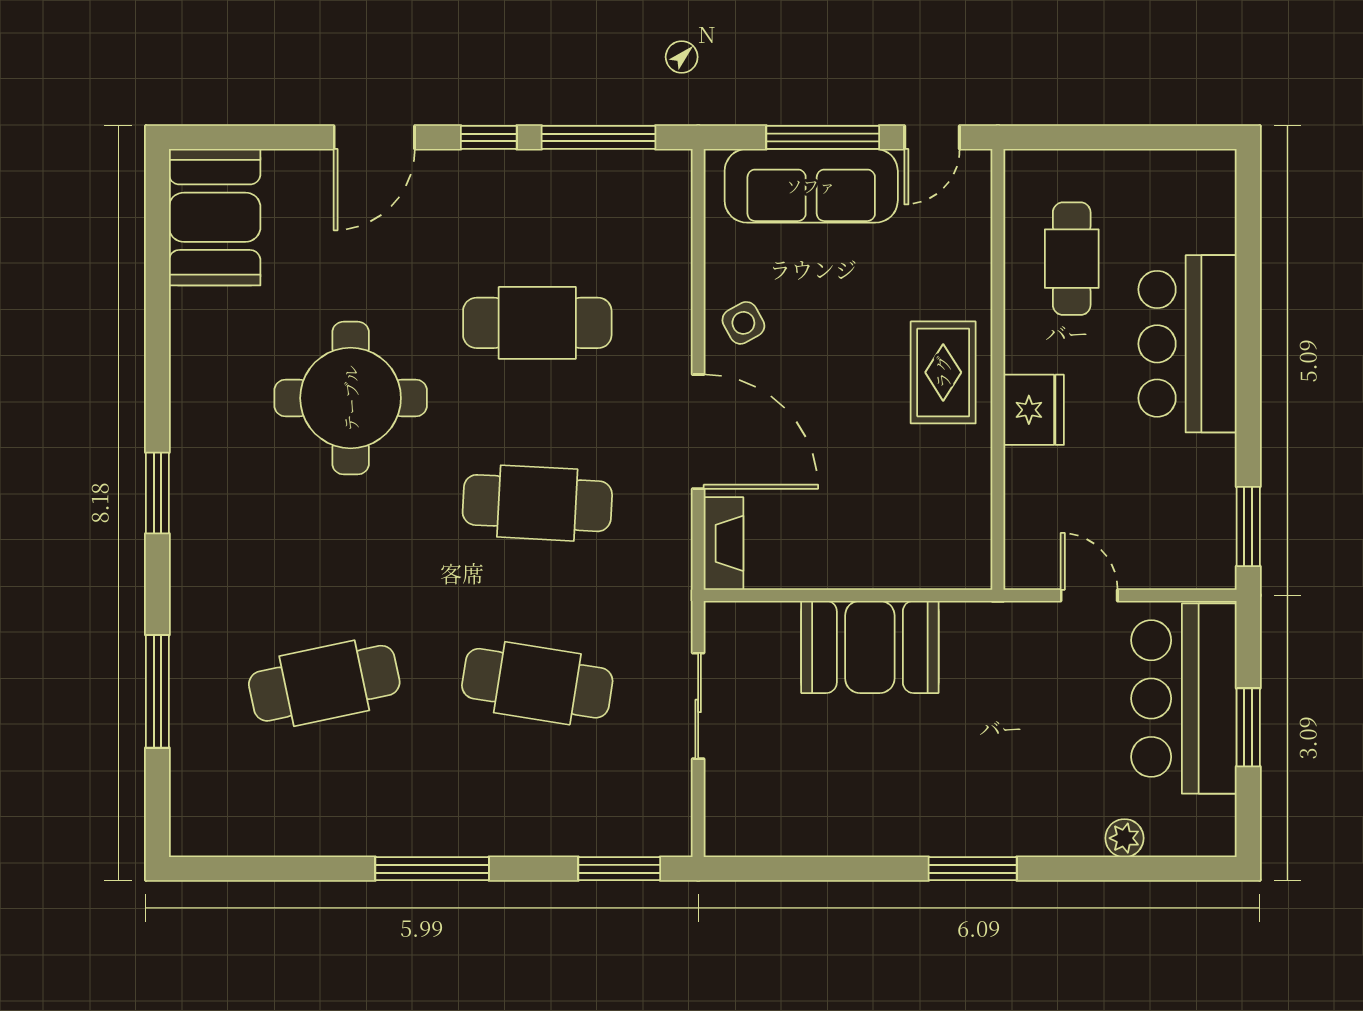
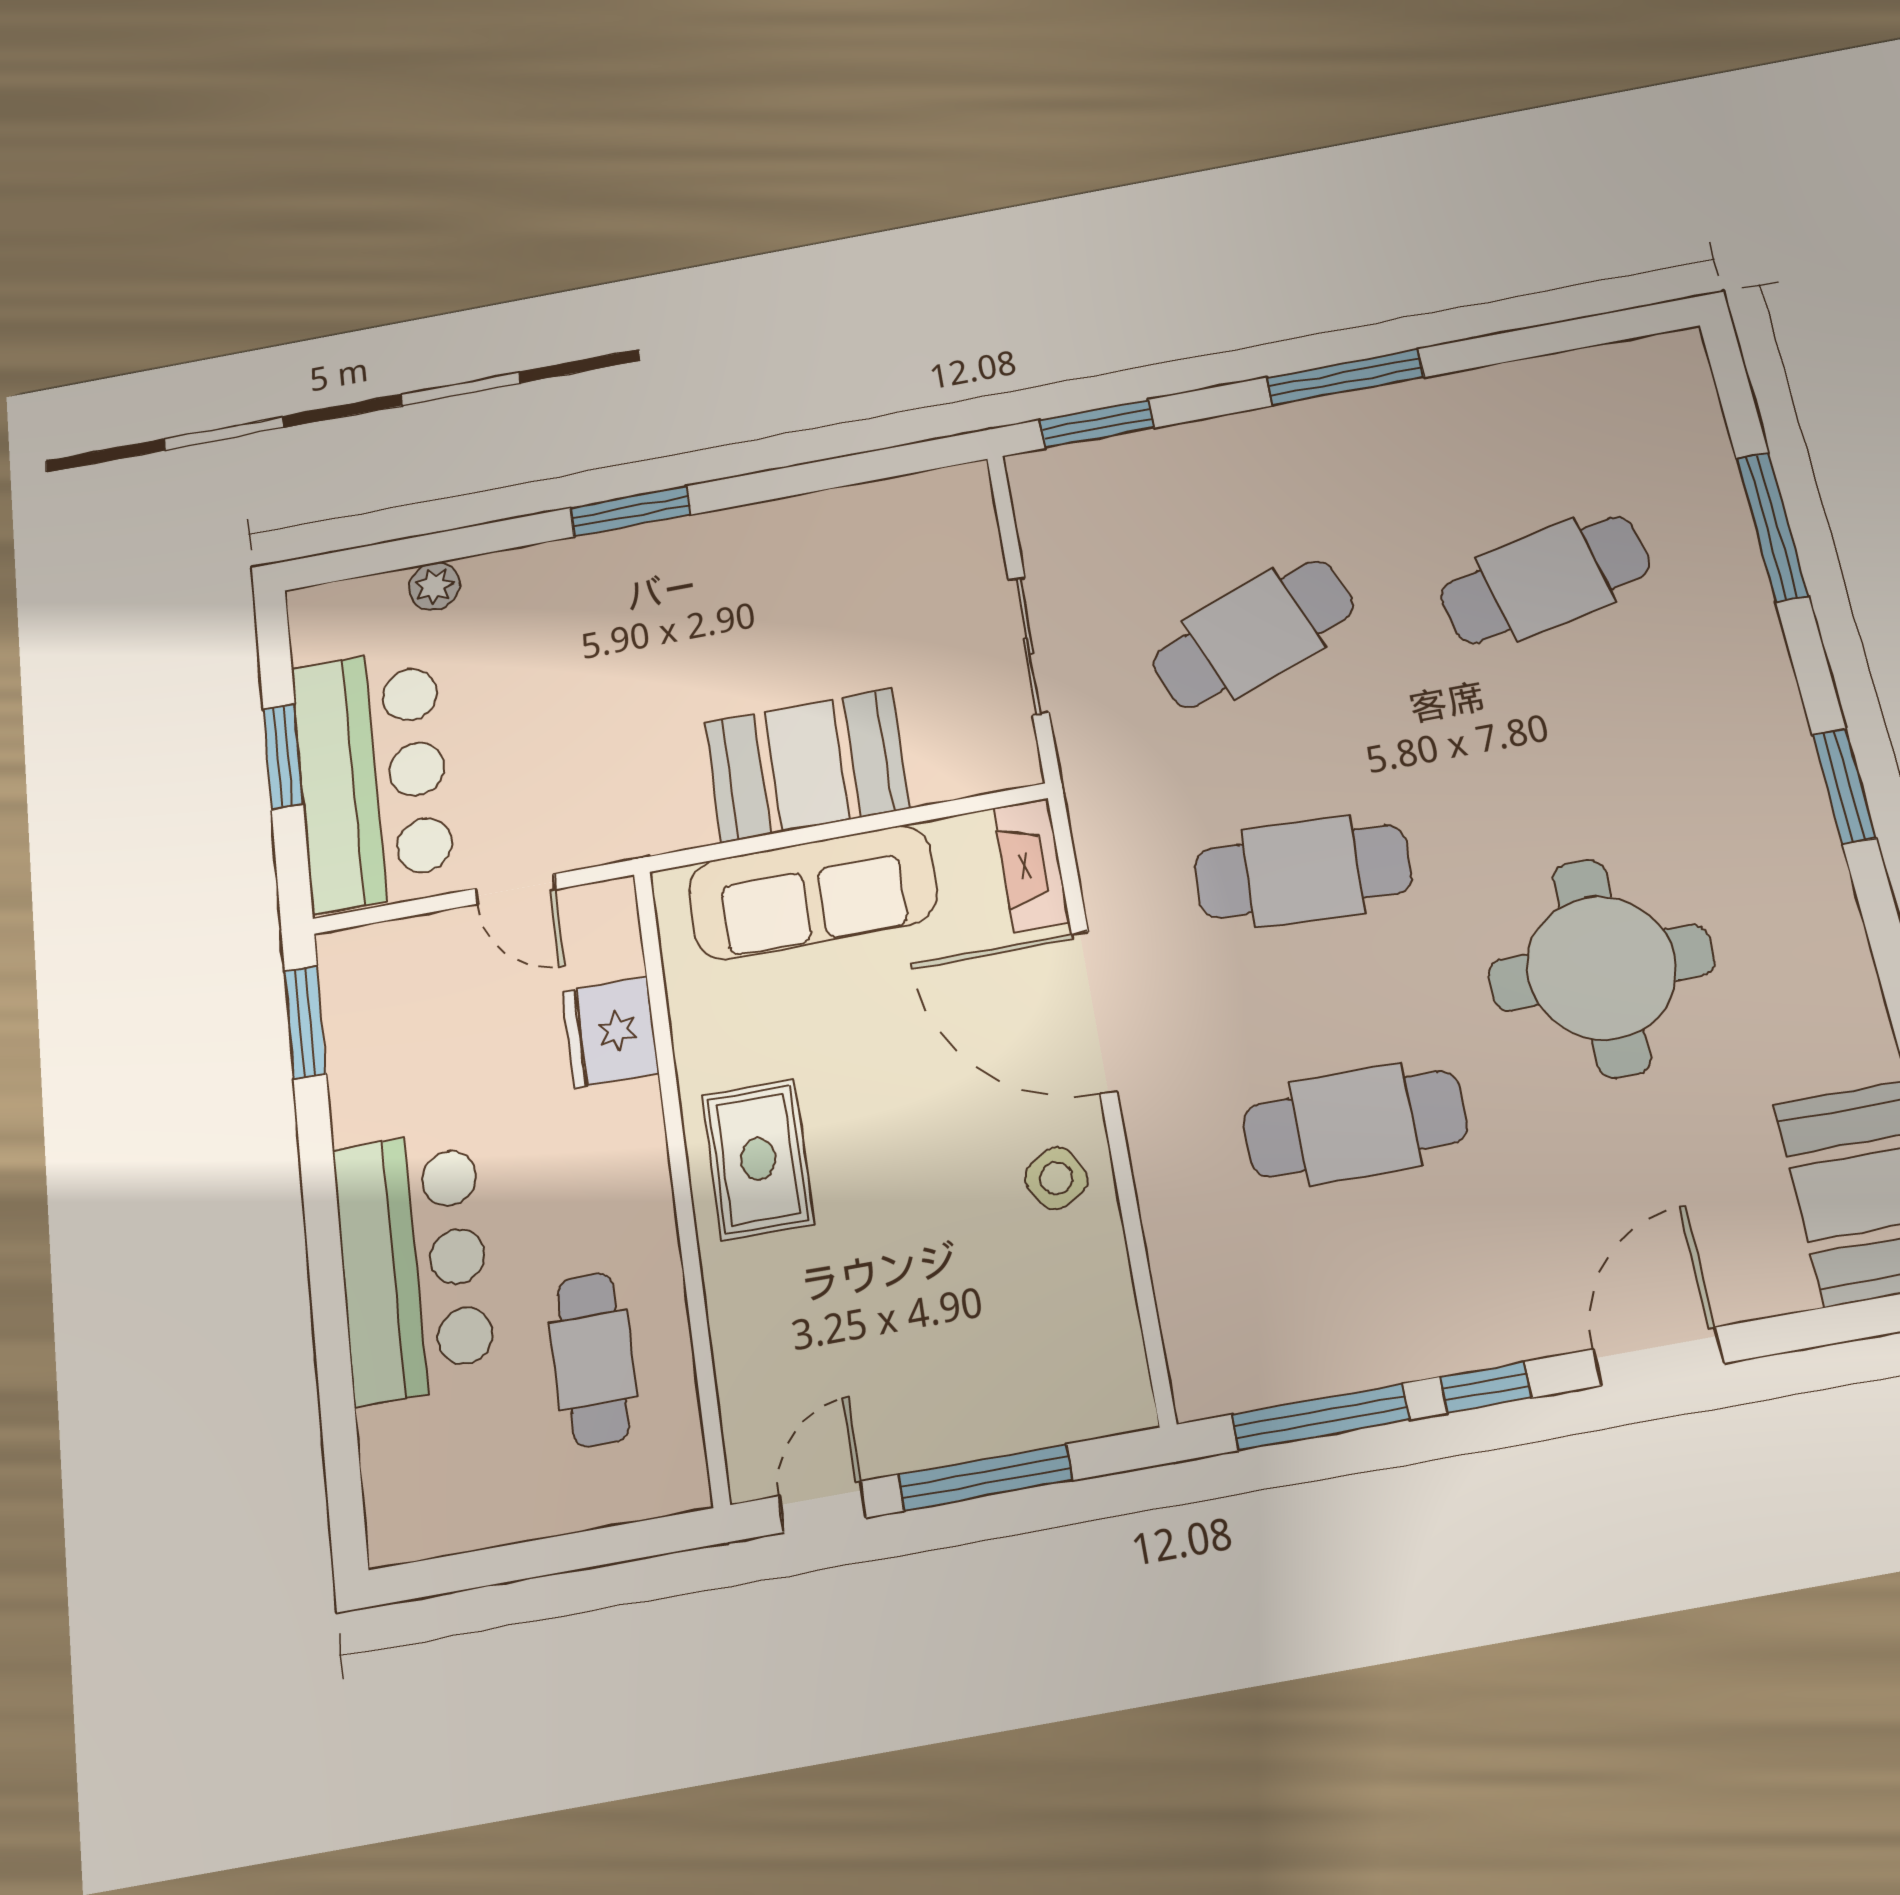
sofa: (811, 186) -> (813, 892), moved, turned 180
fridge: (1034, 410) -> (611, 1032), moved
cafe table: (537, 683) -> (1253, 634), turned -30

